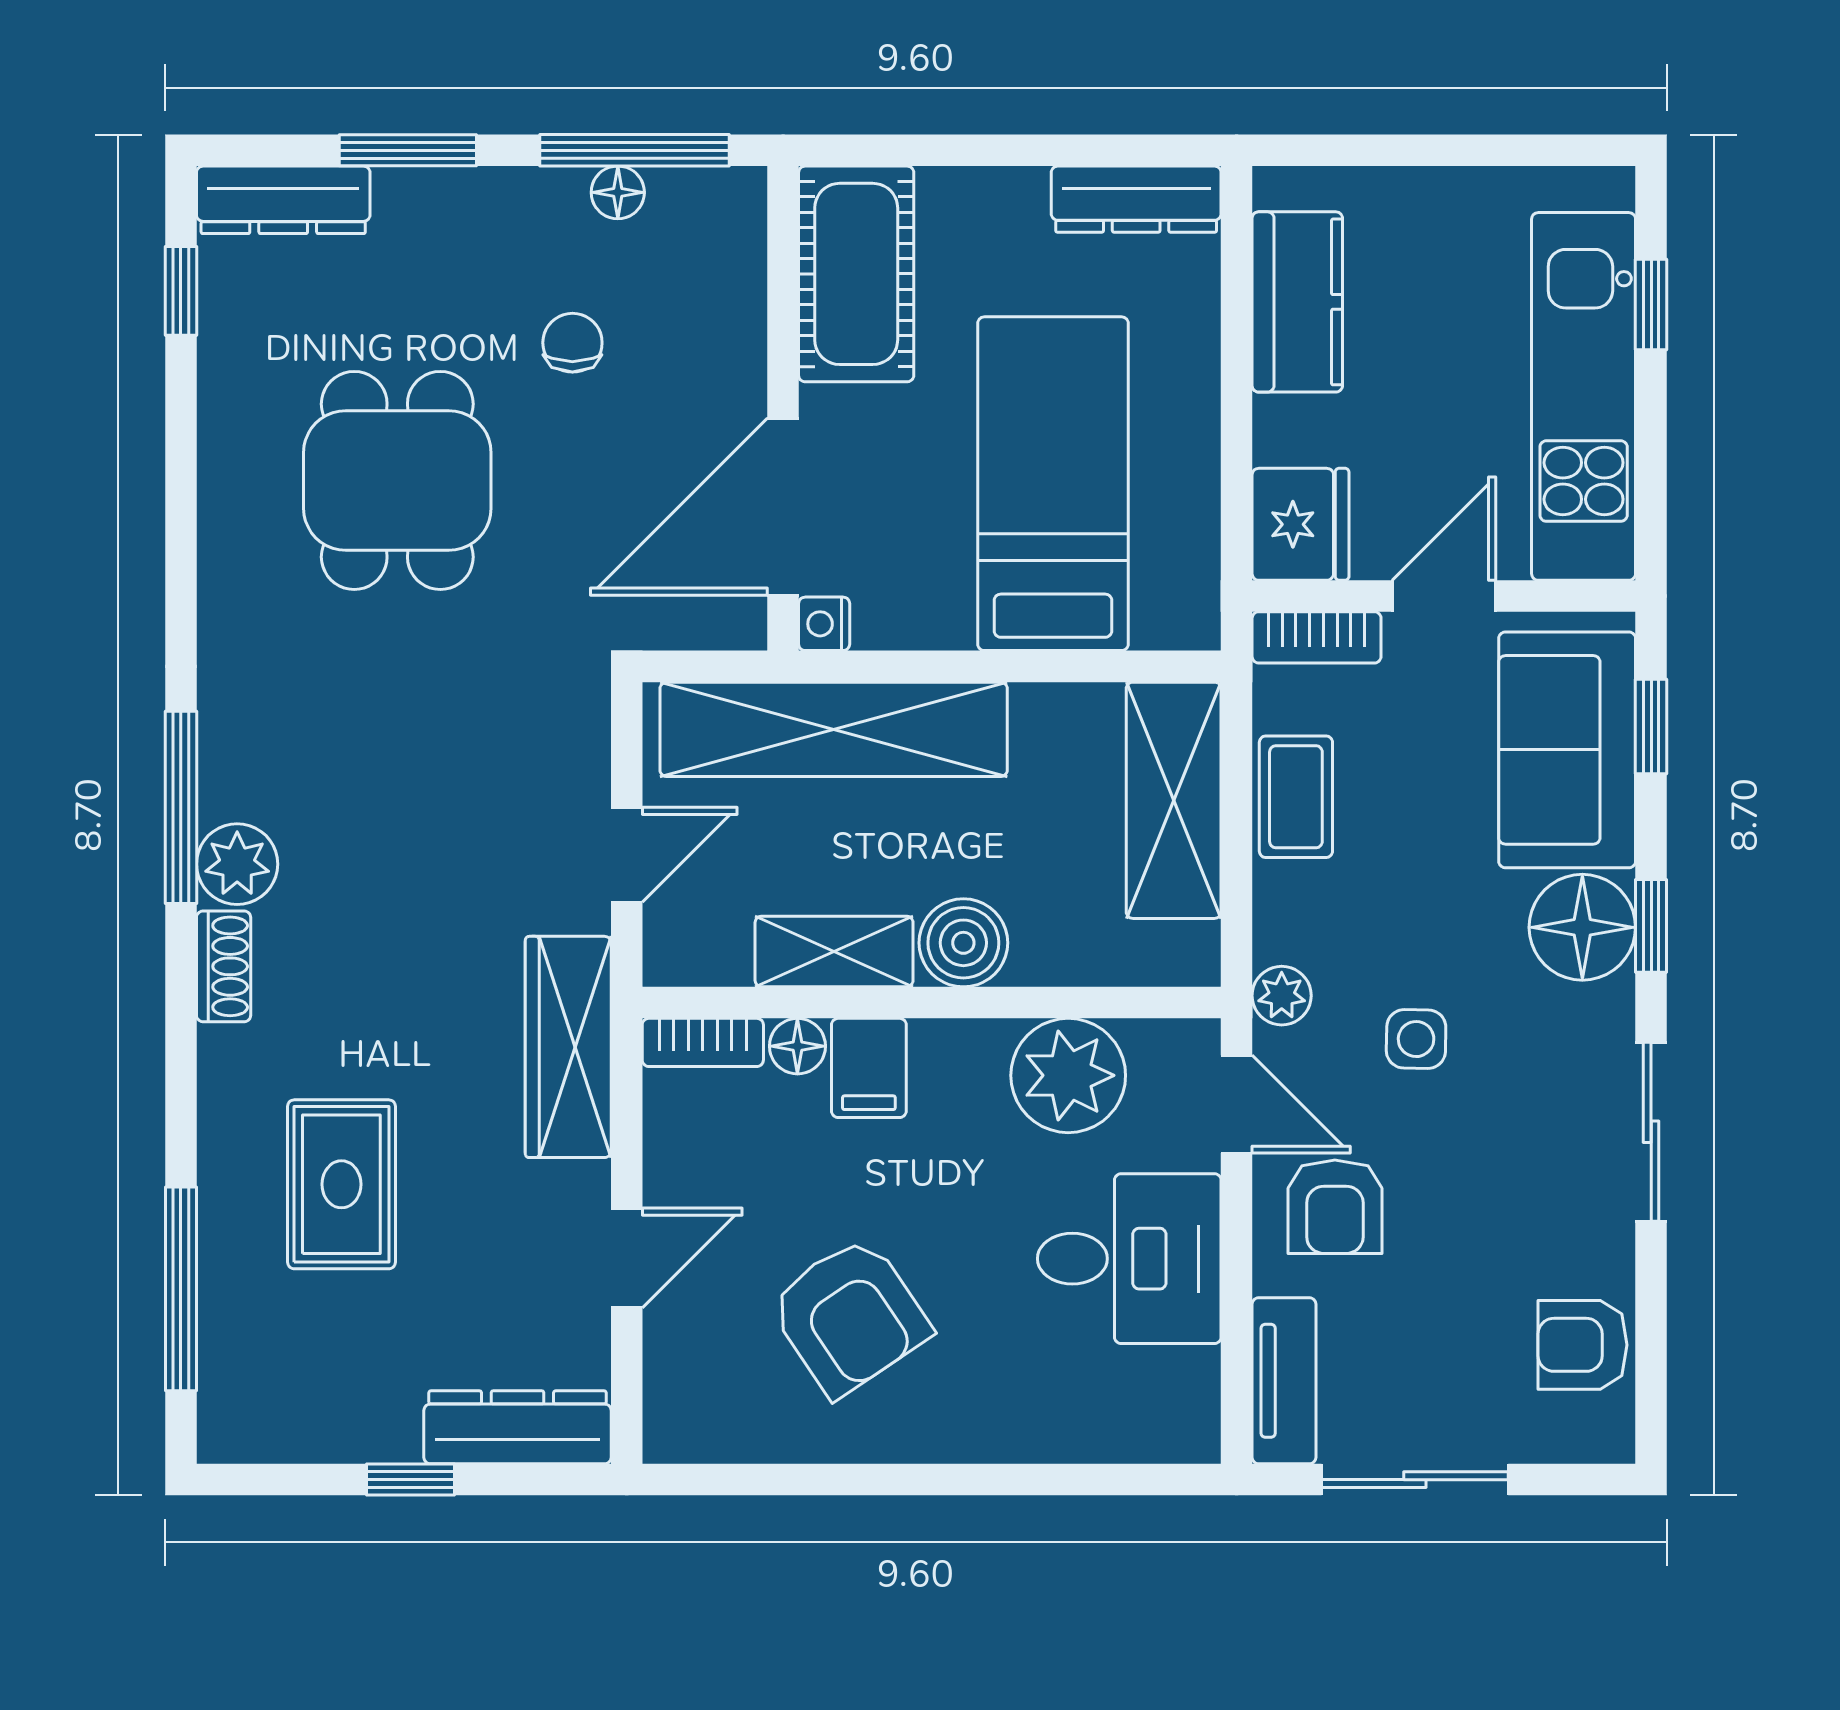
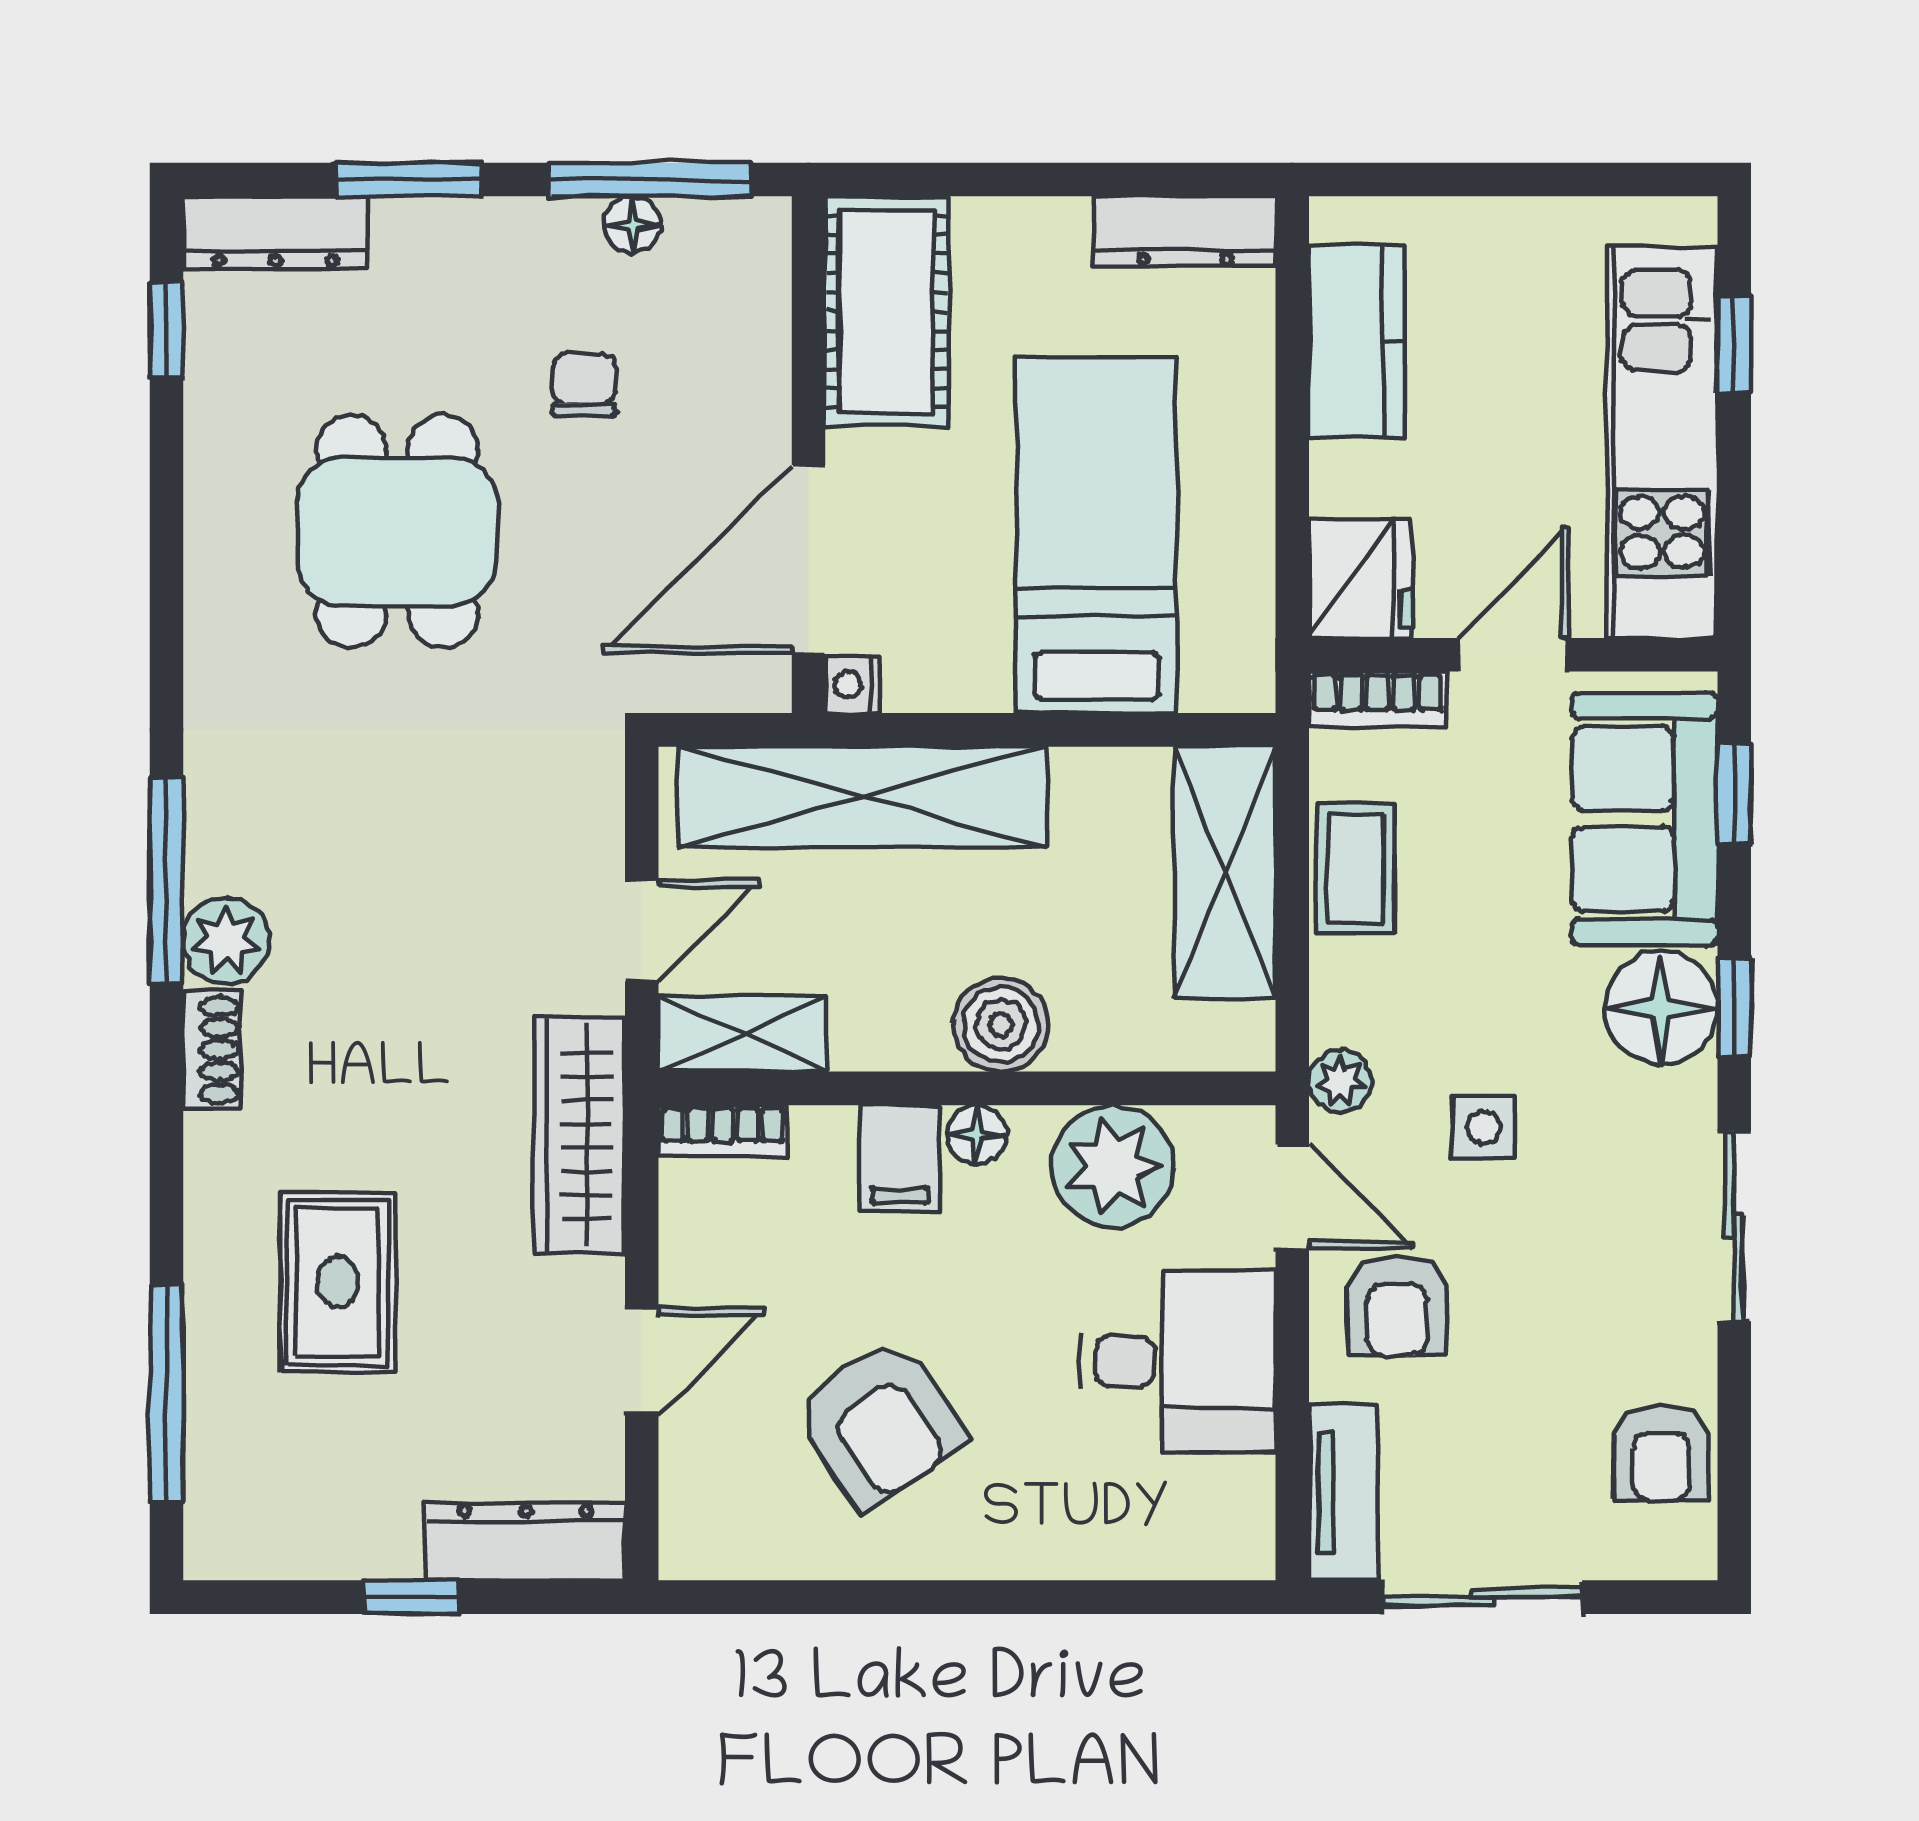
shelving: (834, 951) -> (743, 1034), moved
floor lamp: (797, 1046) -> (976, 1135), moved
armchair: (1583, 1345) -> (1661, 1453), turned -90

